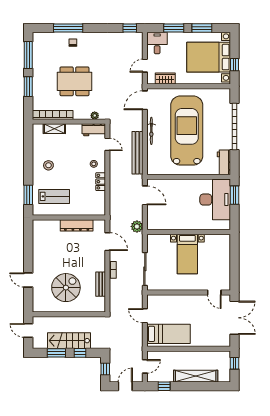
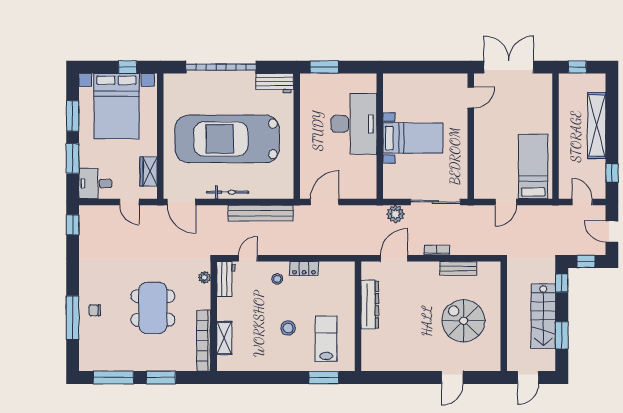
stool: (48, 165) -> (288, 328), moved
desk: (215, 200) -> (354, 124), moved, turned 90
plant: (137, 226) -> (395, 214), moved
window: (80, 353) -> (562, 283), moved

